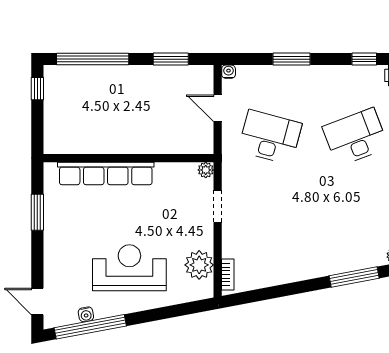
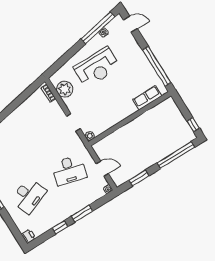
window: (364, 59) -> (60, 227), moved
row of seats: (106, 173) -> (147, 98), width x0.50
window: (37, 212) -> (157, 66), width x2.11

